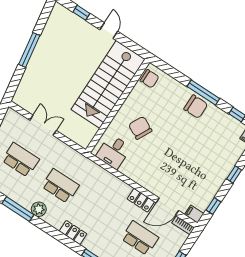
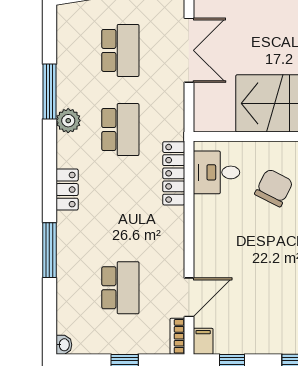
double door: (43, 125) -> (189, 50), width x1.37
locker: (141, 200) -> (174, 173), moved, width x1.53
door: (167, 207) -> (189, 297), swing flipped

